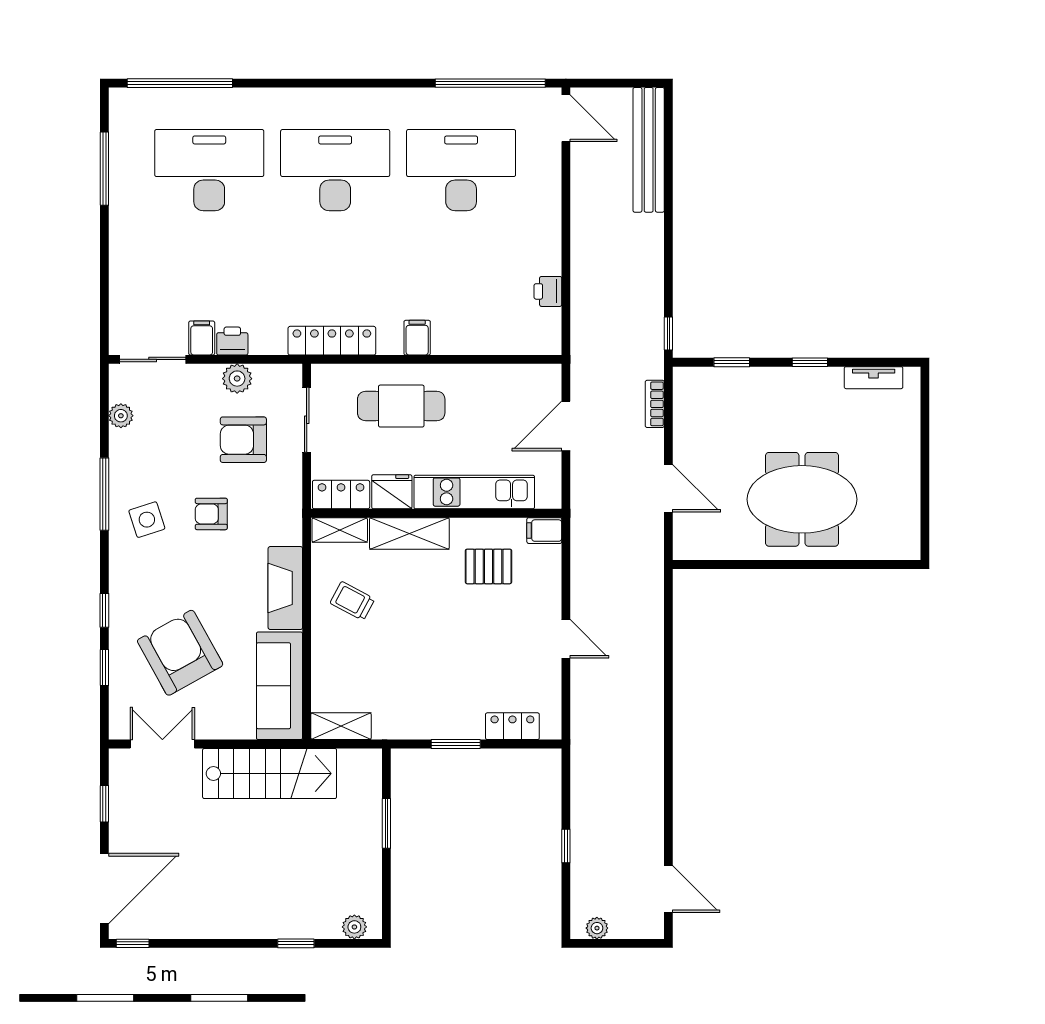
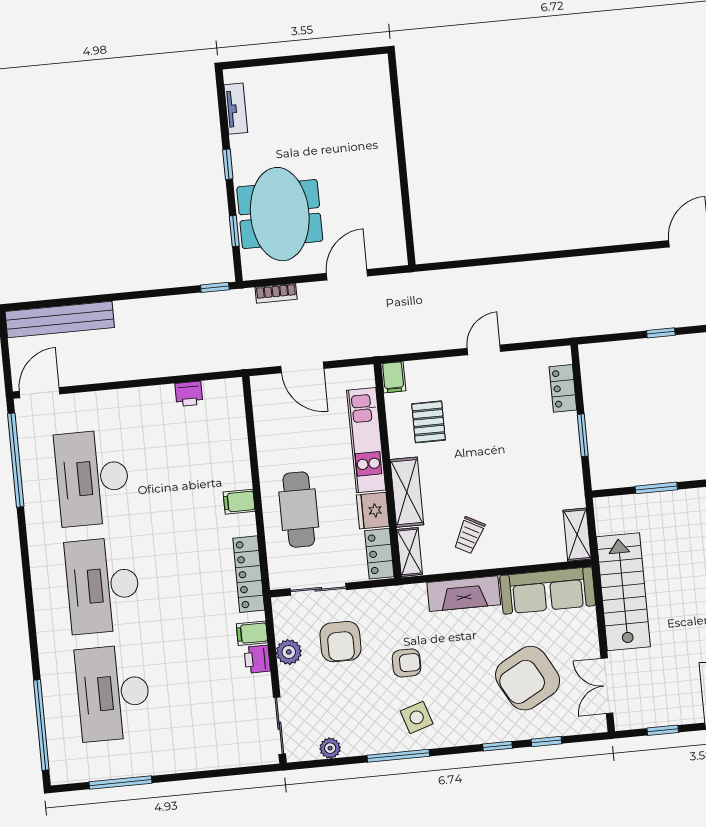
filing cabinet: (202, 338) -> (252, 633), moved
meeting table: (802, 499) -> (280, 214), moved
armchair: (211, 514) -> (406, 663), turned -90

